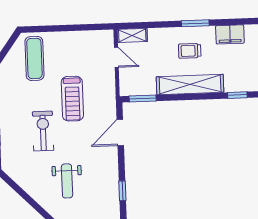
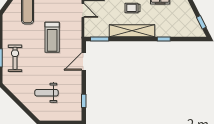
exercise bike: (43, 131) -> (15, 58), moved
weight bench: (67, 181) -> (47, 93), turned 90

